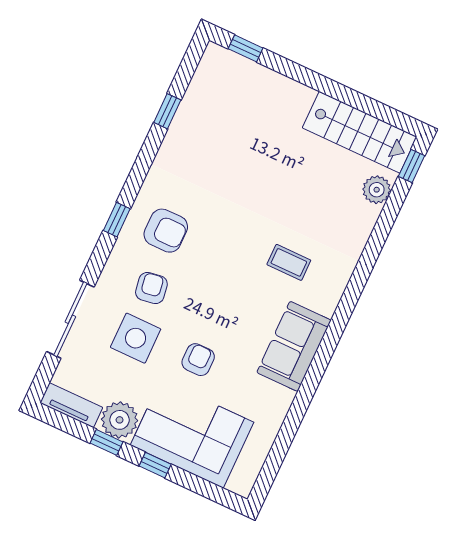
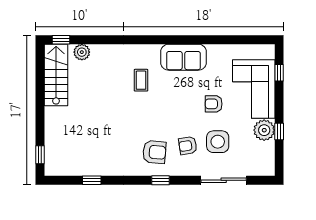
armchair: (166, 231) -> (154, 152), turned 95
tv unit: (71, 405) -> (268, 159), removed
window: (155, 465) -> (279, 73), moved

